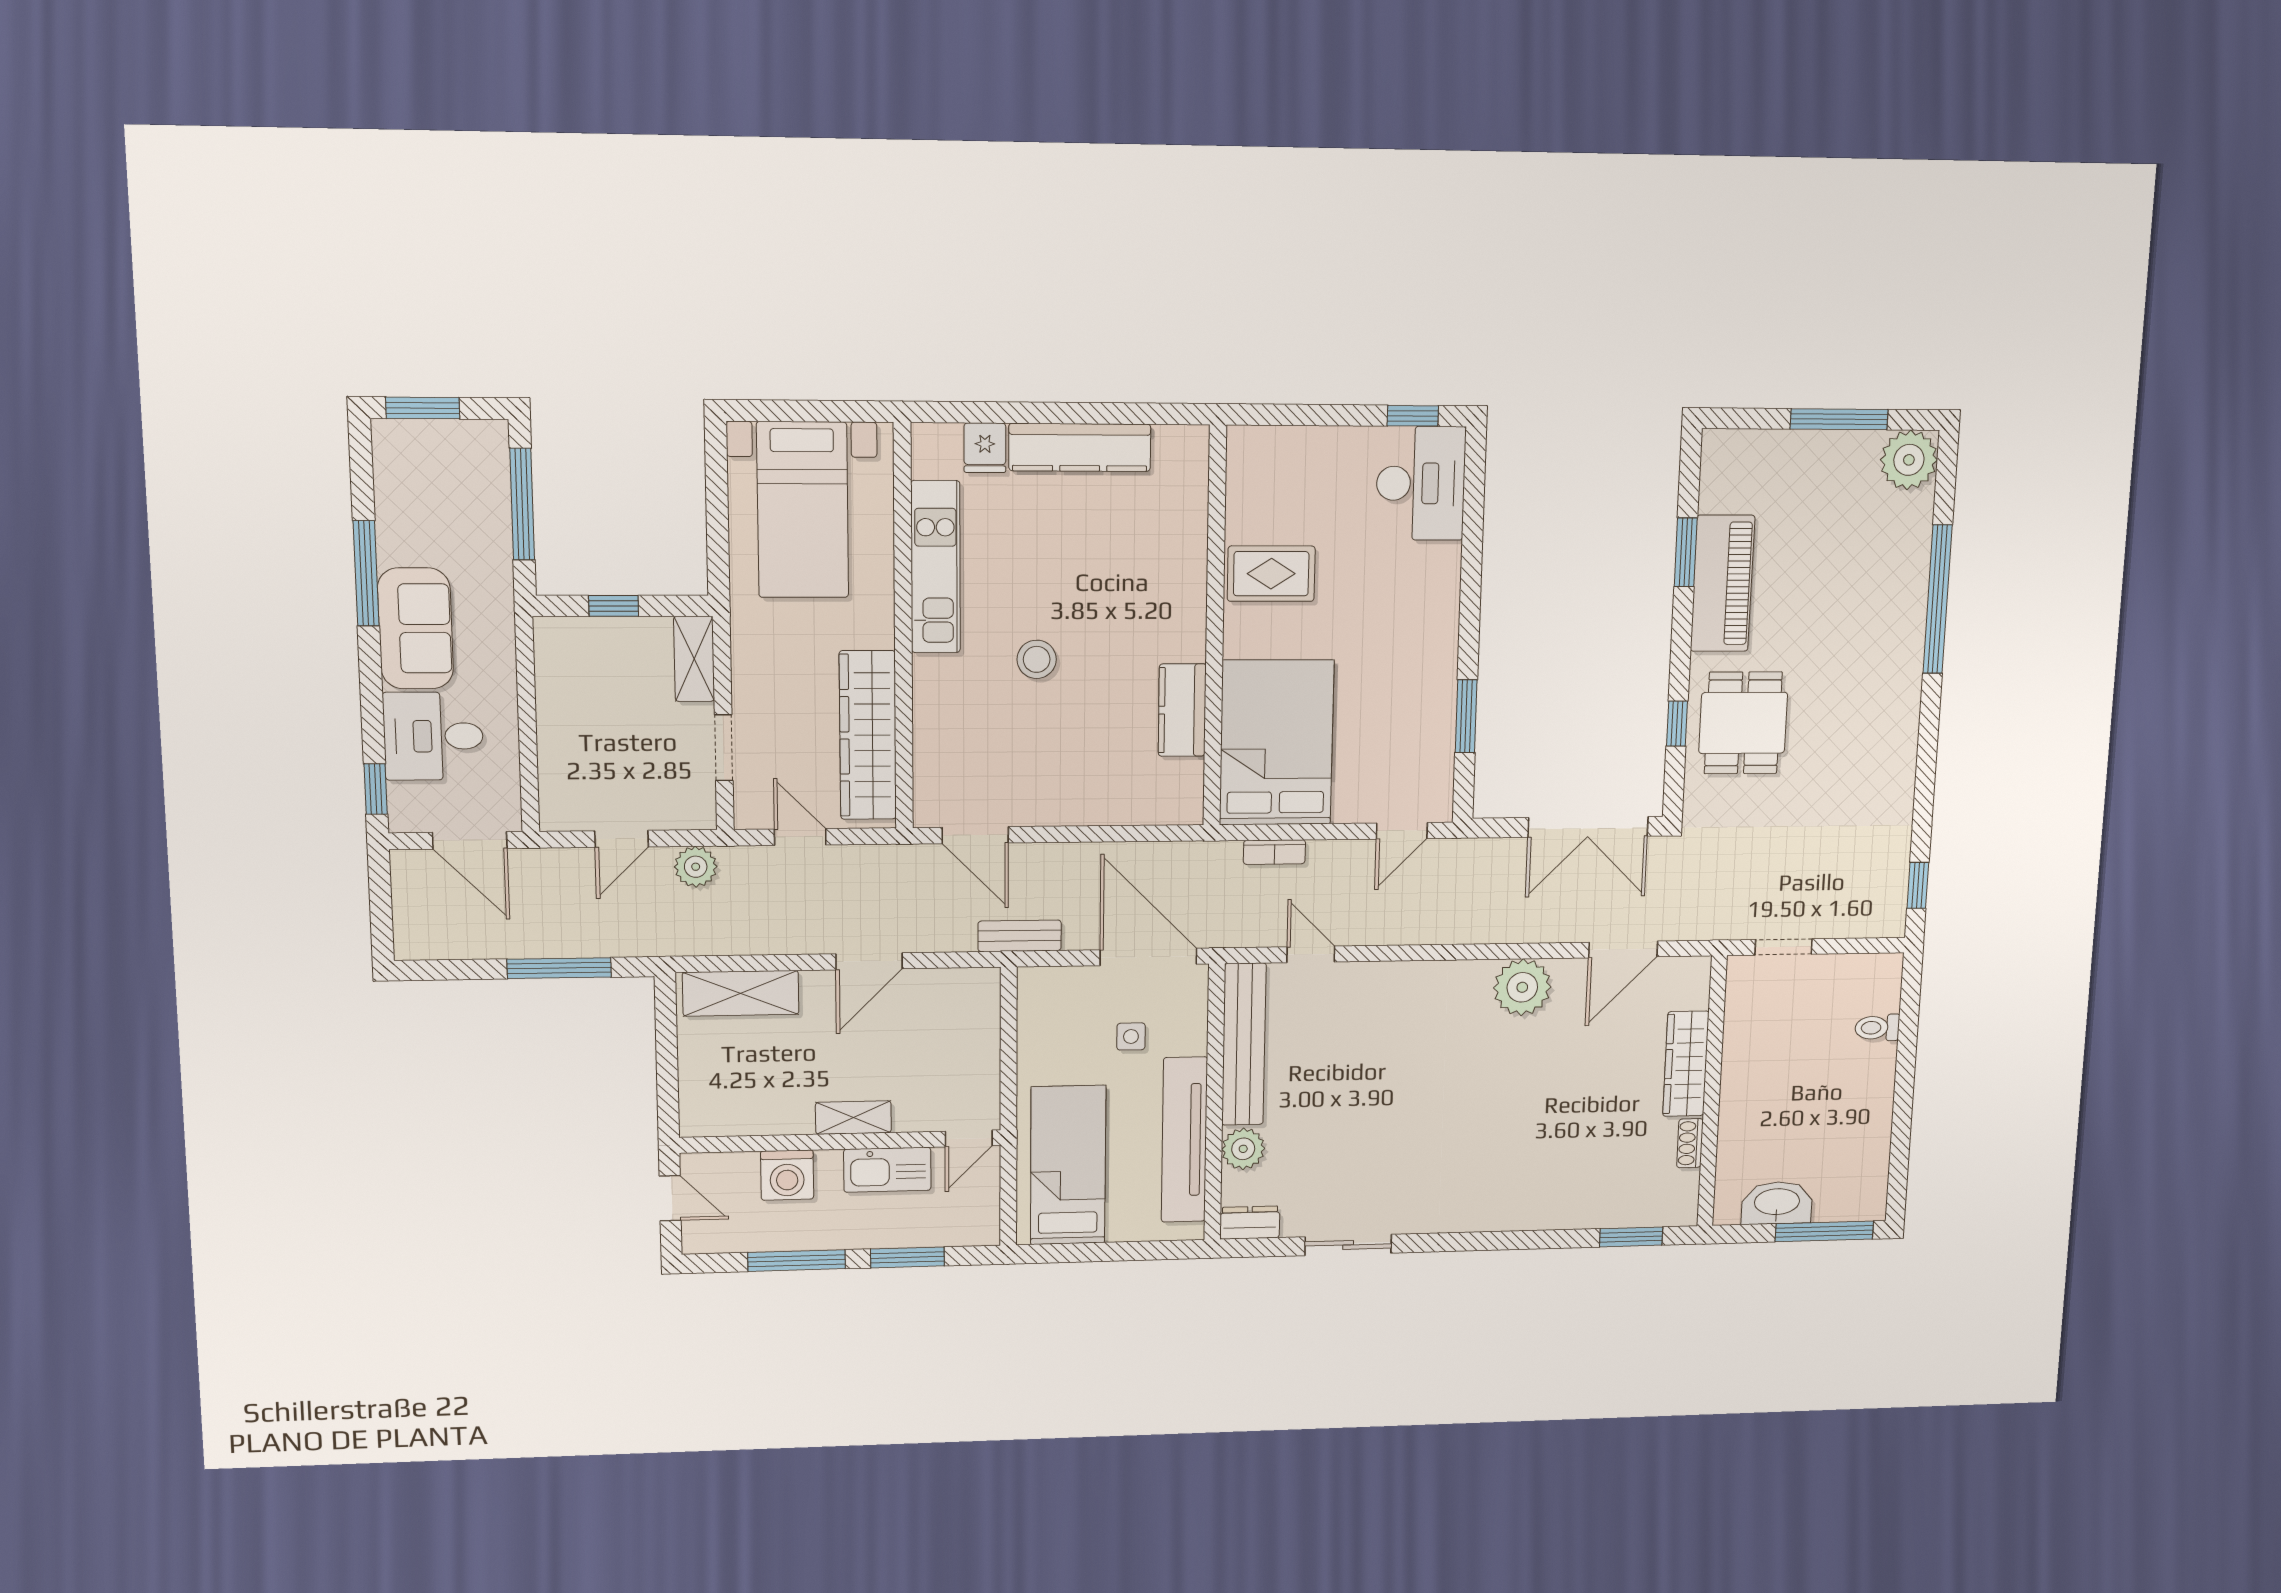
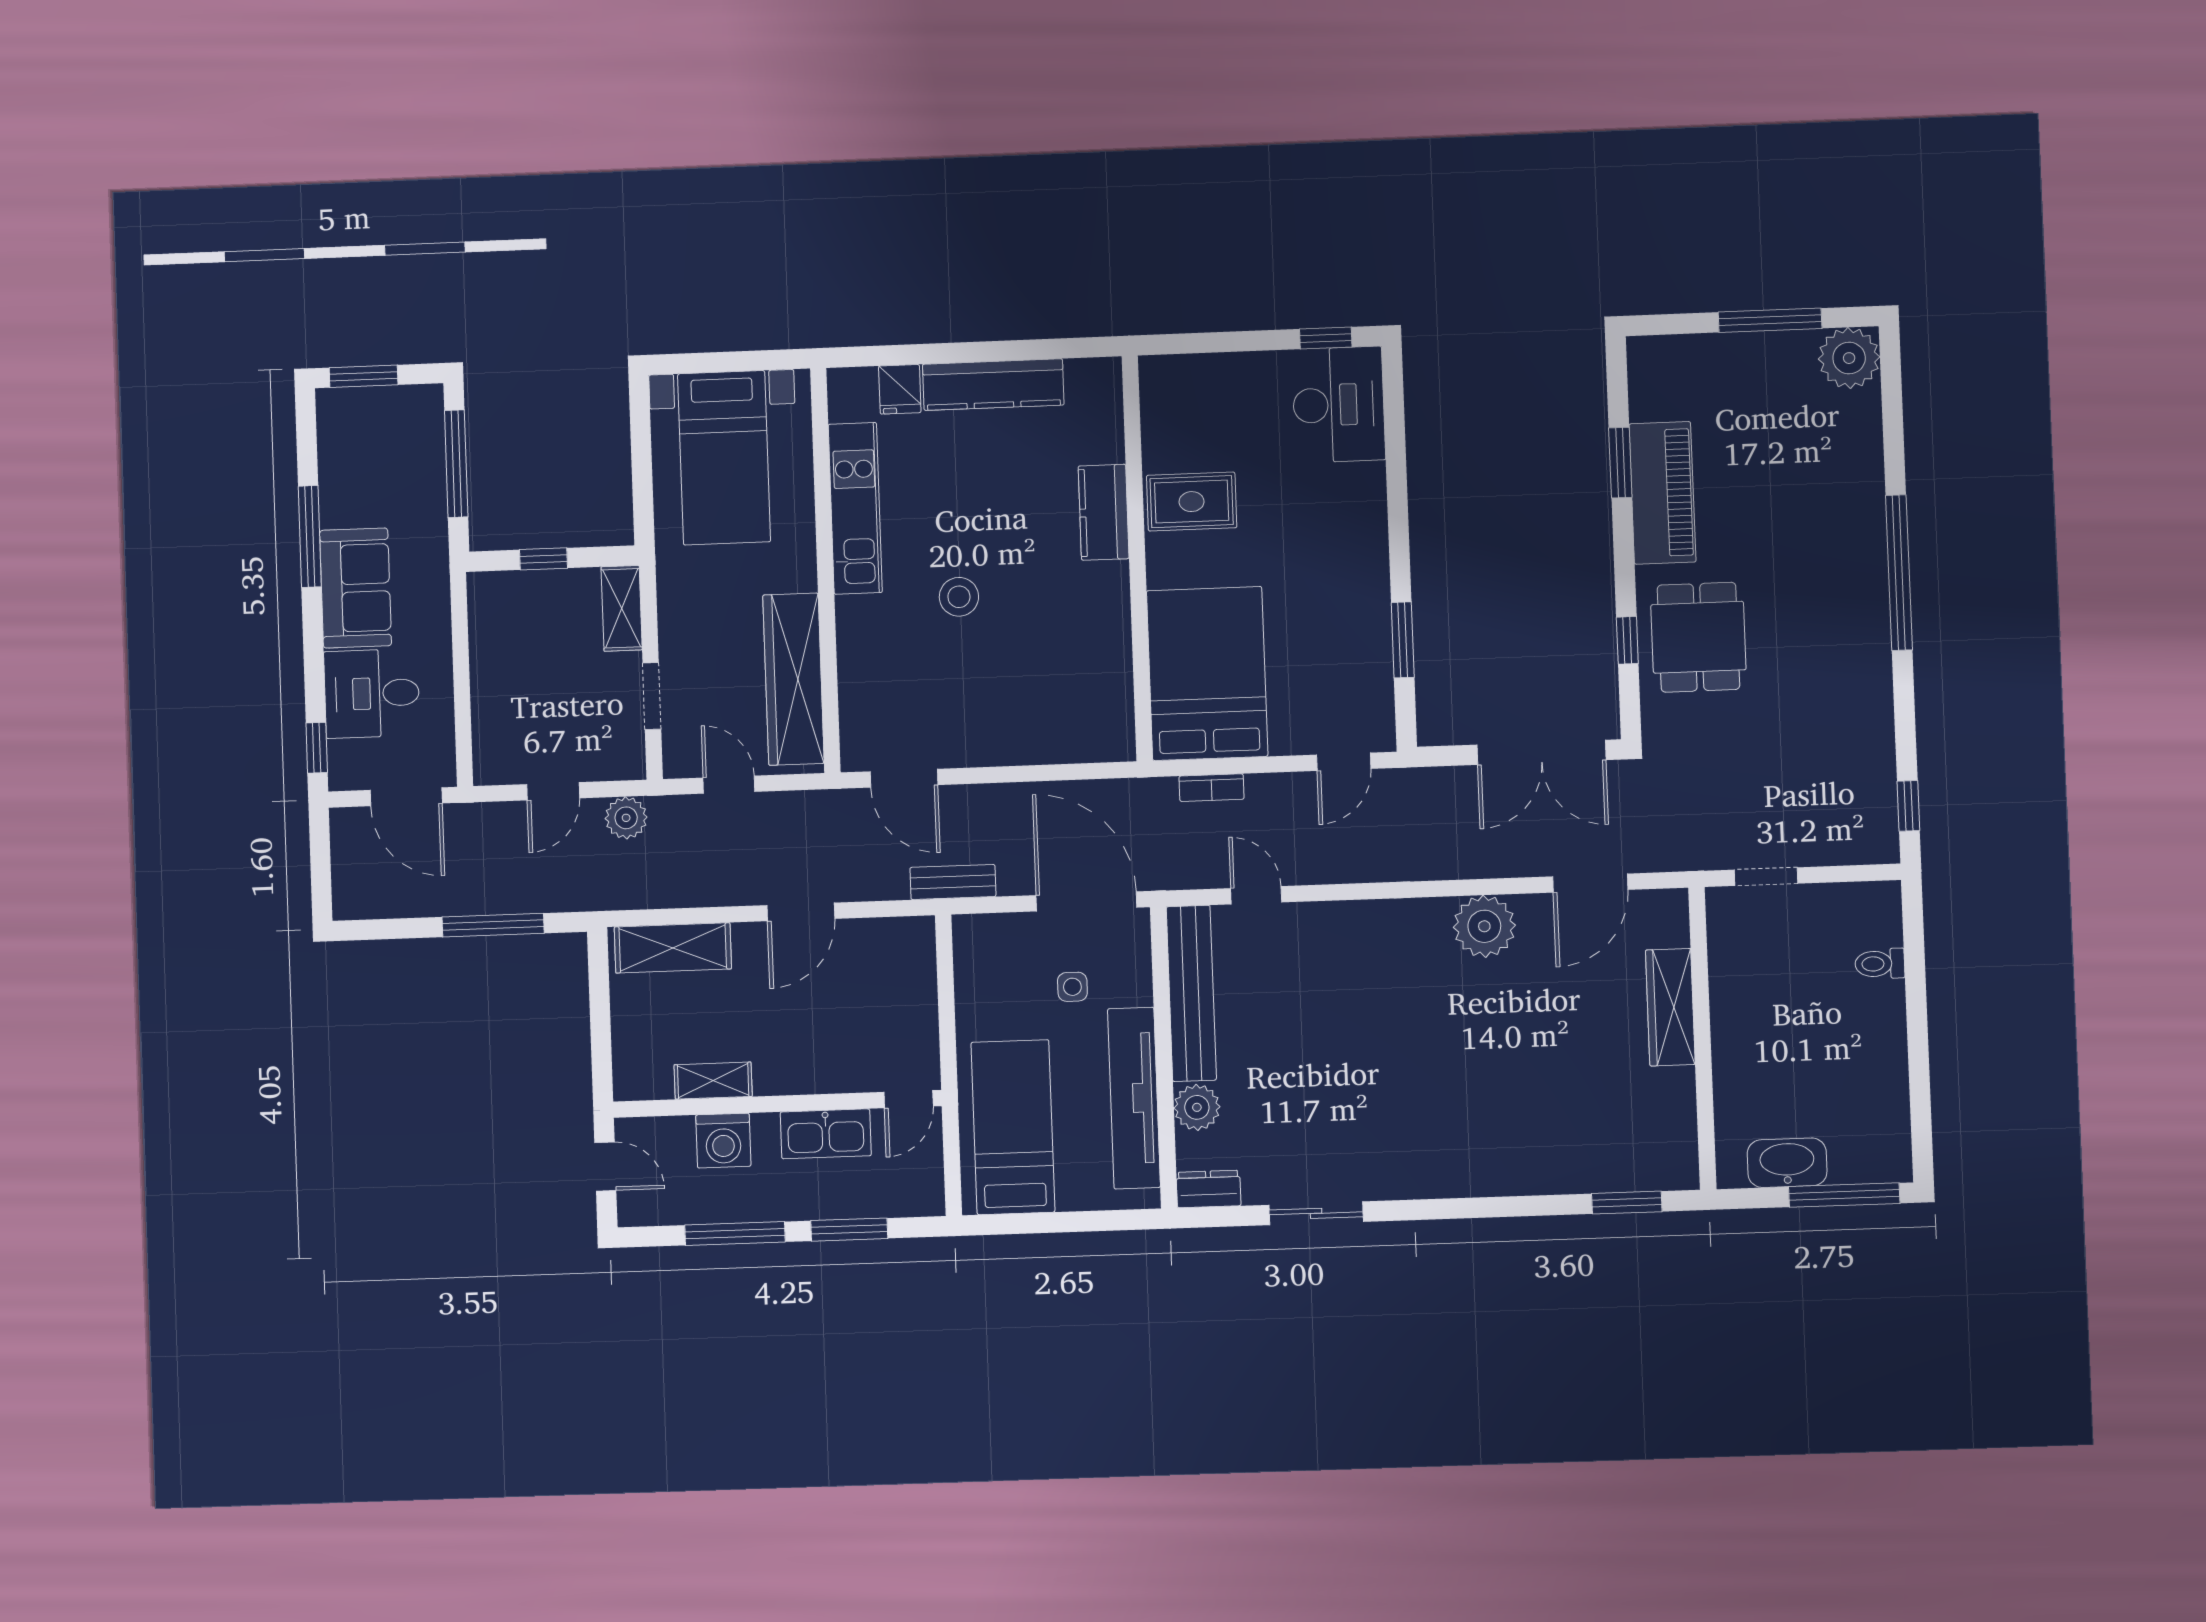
window: (1937, 599) -> (1899, 573), moved
kitchen counter: (1182, 710) -> (1104, 512), moved
shelving: (853, 1118) -> (713, 1081), moved
shoe rack: (1690, 1143) -> (1683, 1096), removed

